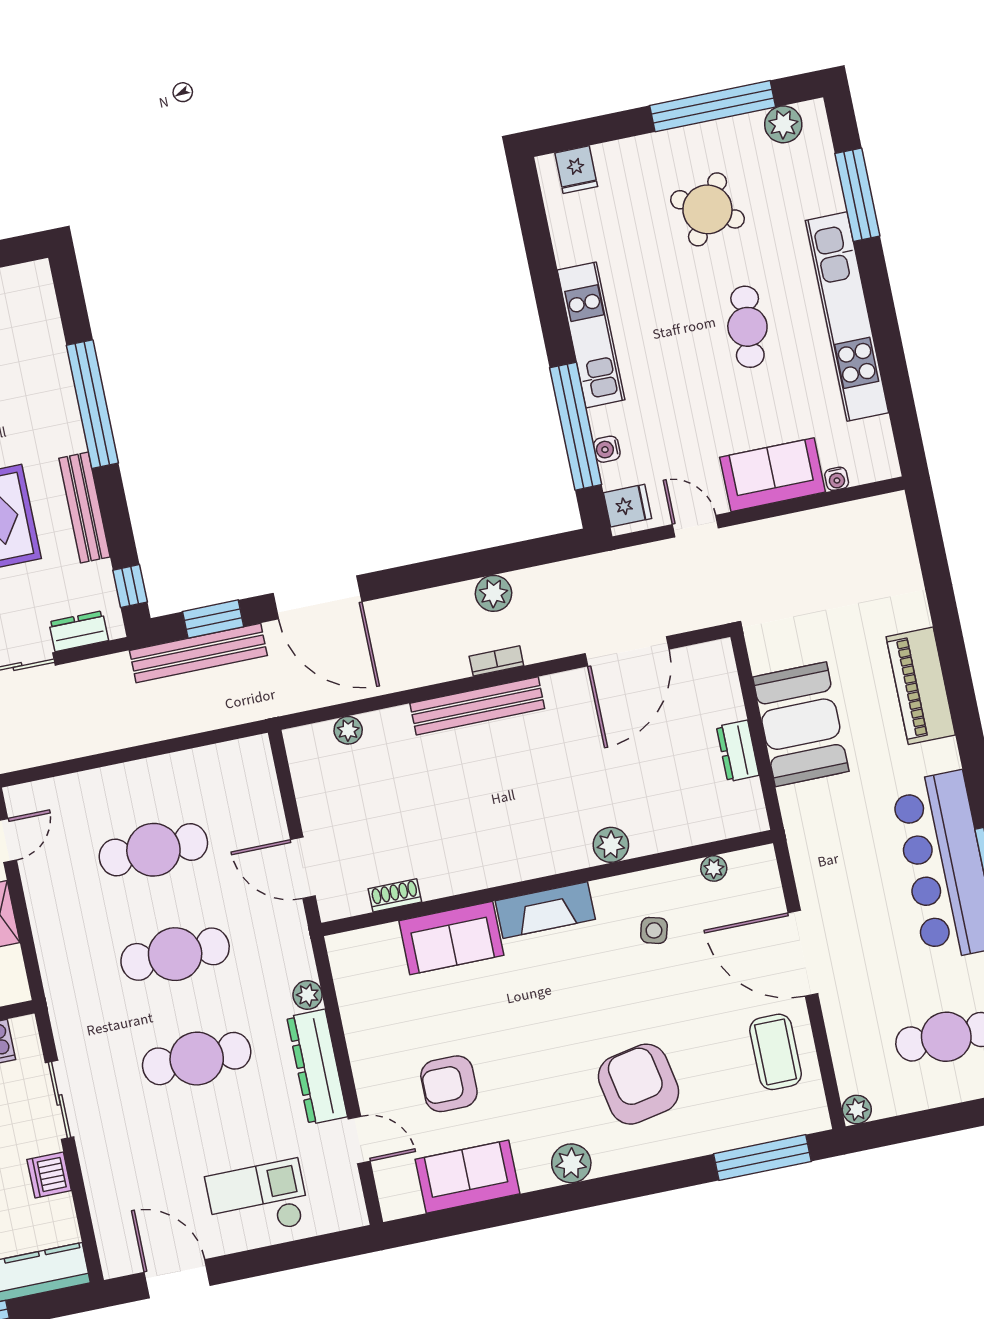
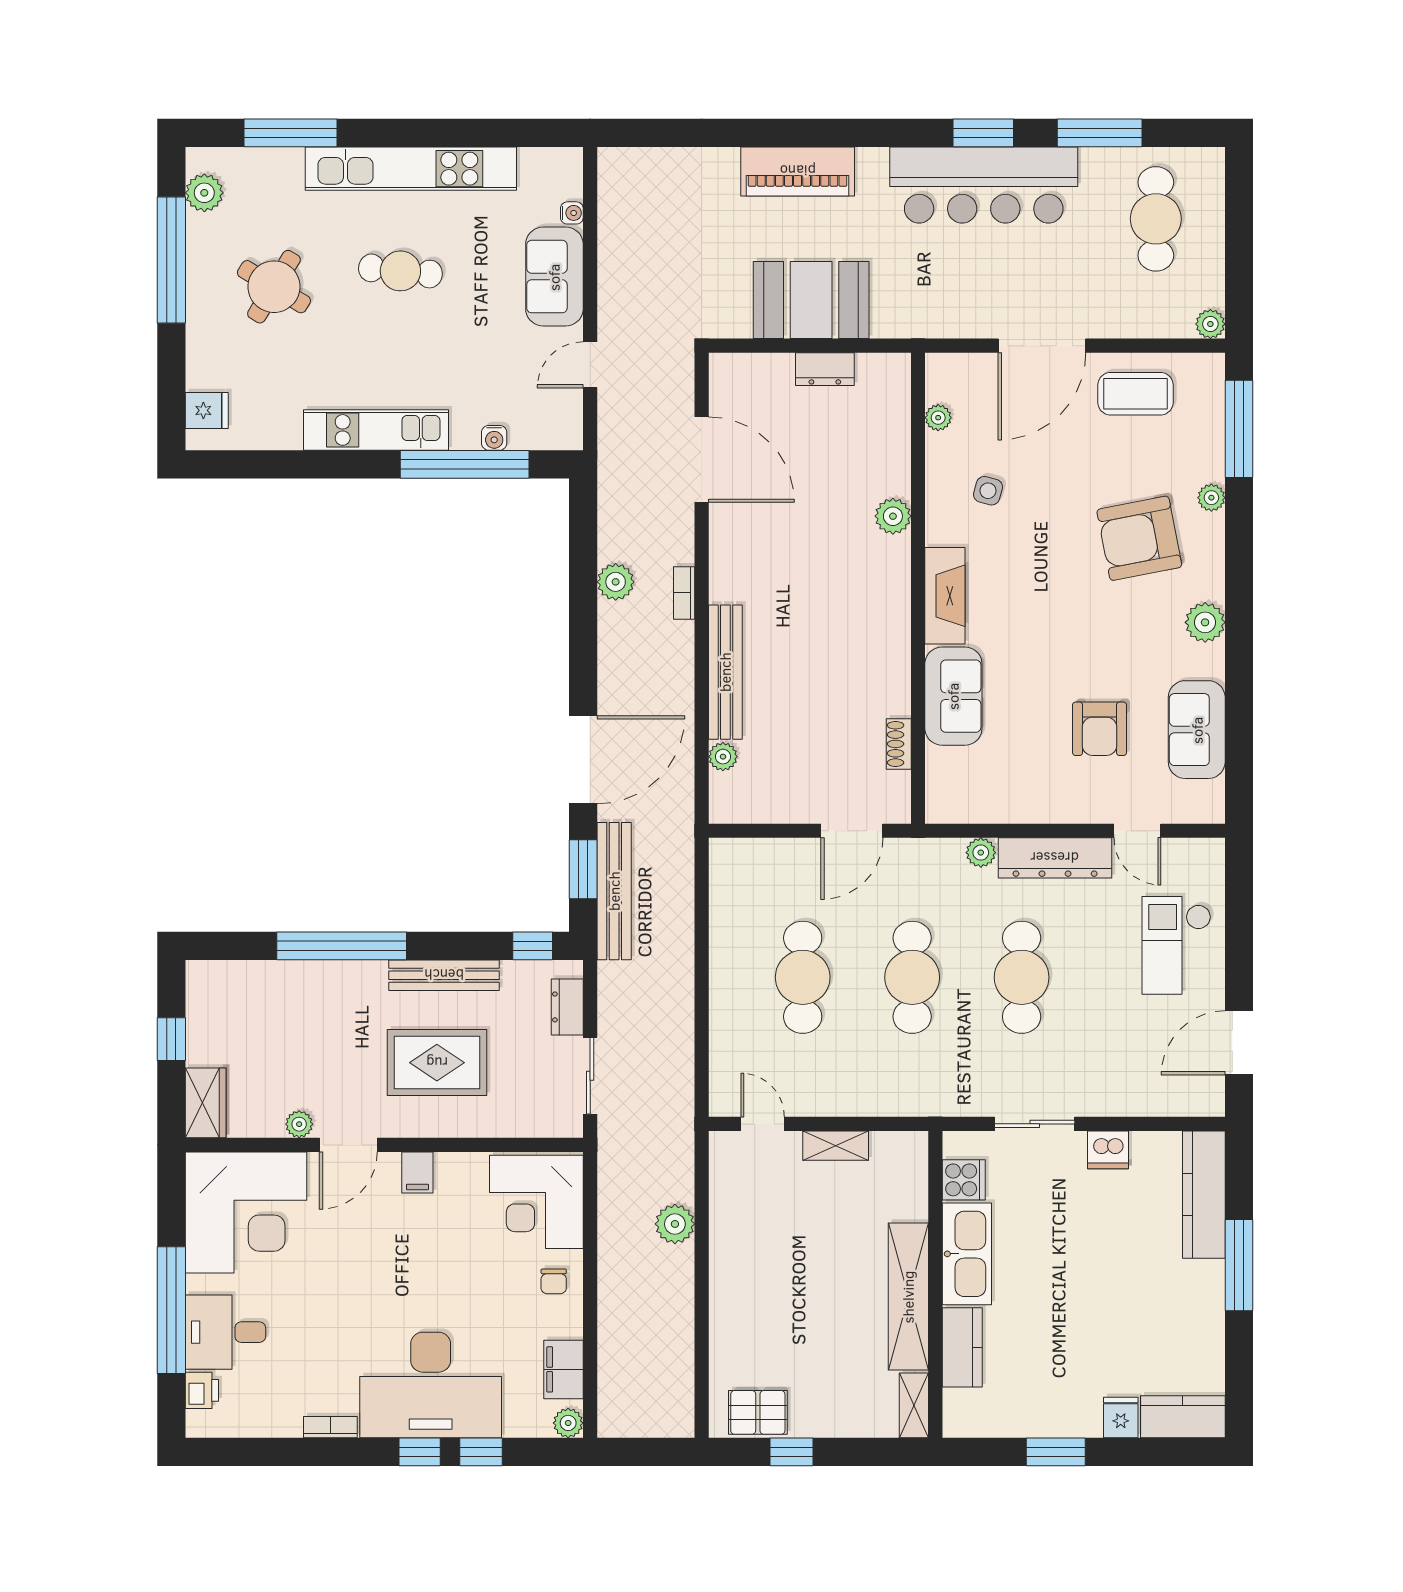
fridge: (628, 506) -> (555, 429), removed
bench: (477, 706) -> (725, 672), moved
door: (359, 1140) -> (1137, 831), swing flipped
plant: (691, 1145) -> (1211, 498), added

